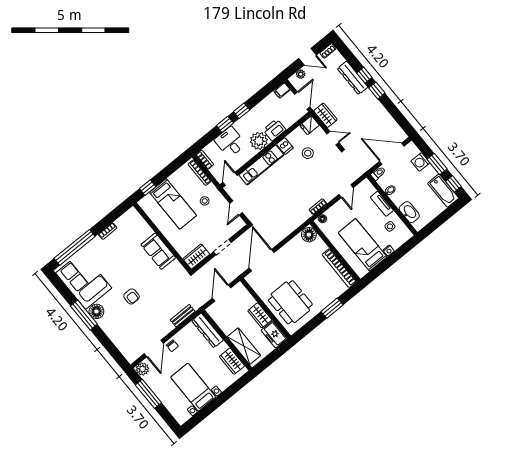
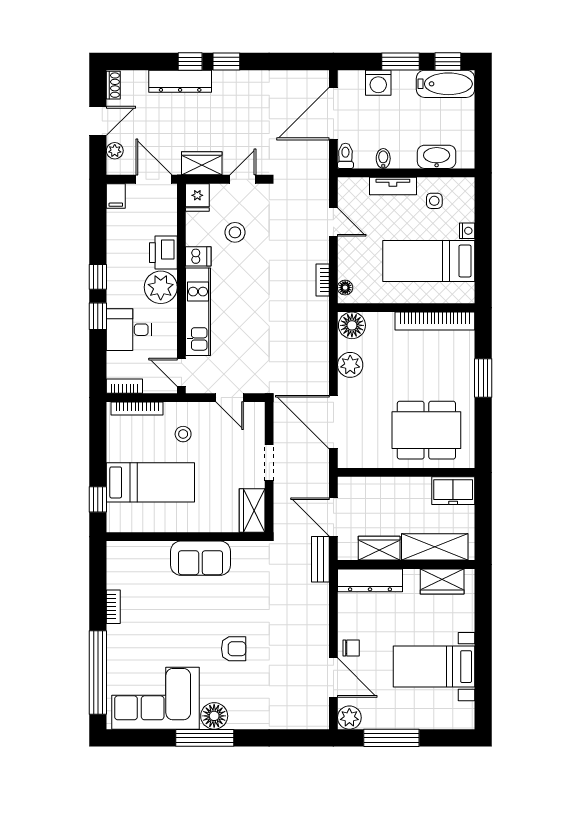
plant: (292, 248) -> (350, 365), added
wardrobe: (260, 315) -> (379, 548), moved, turned 180
bench: (183, 316) -> (320, 559), moved

